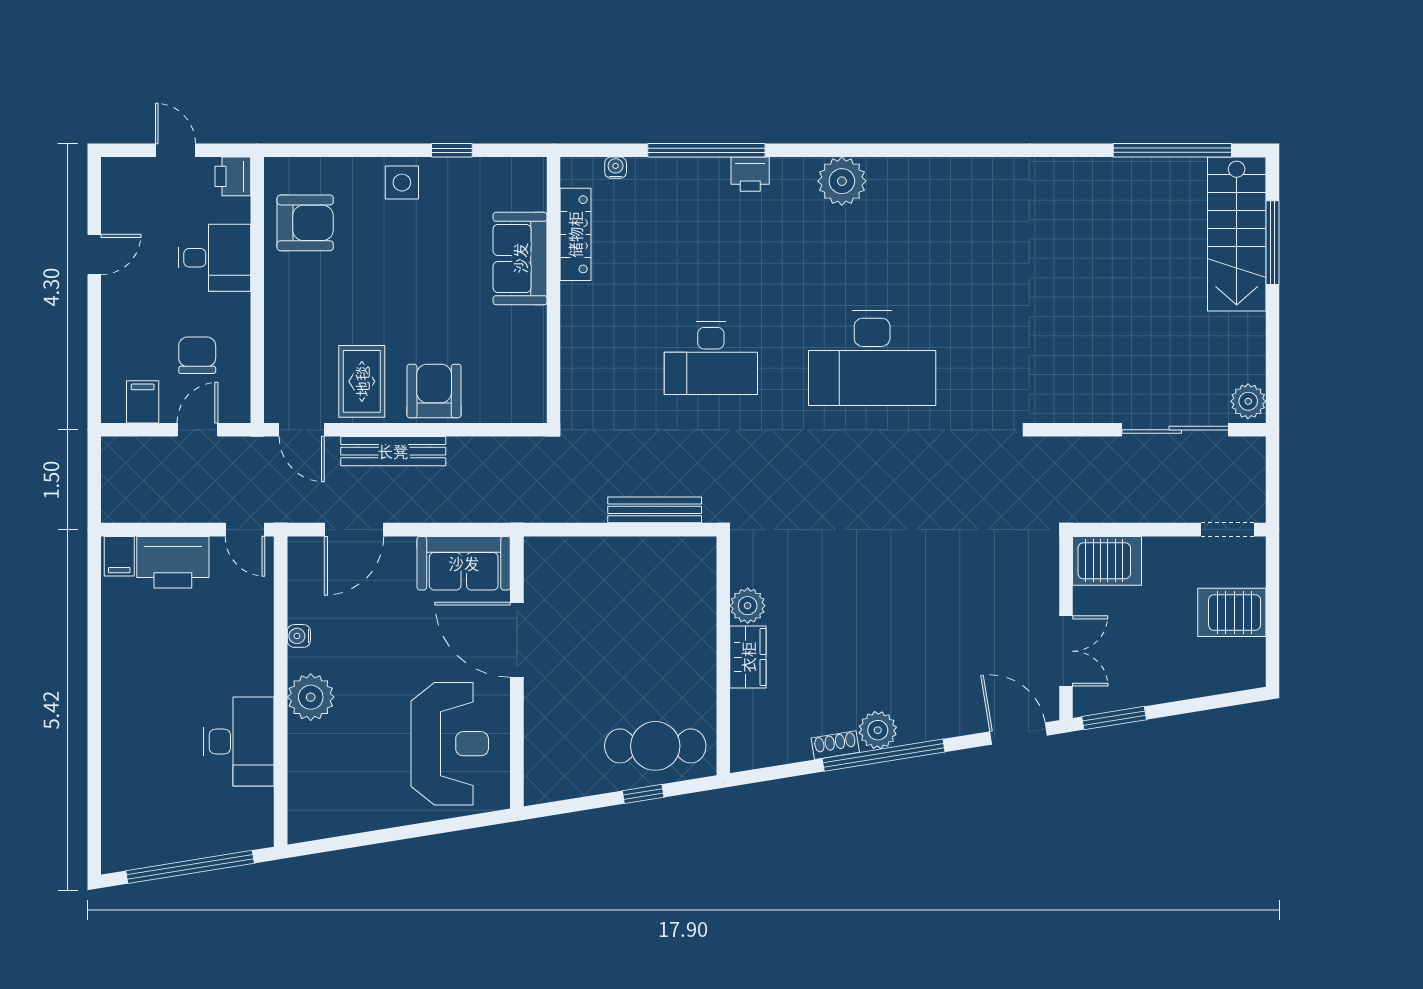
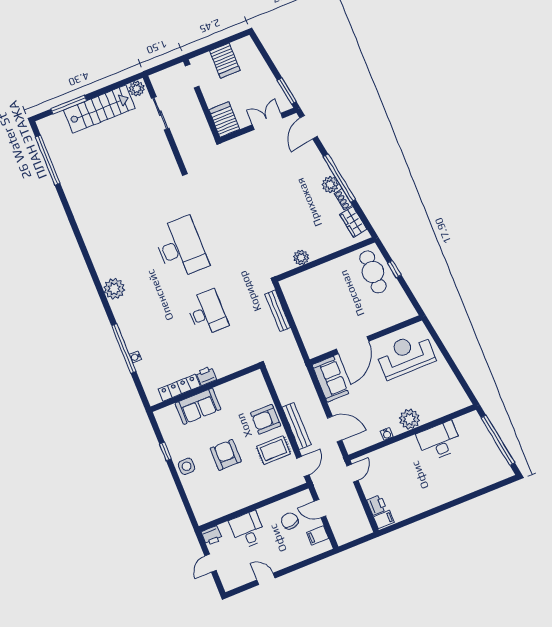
water cooler: (616, 168) -> (135, 357), moved
printer: (750, 174) -> (206, 376), moved, turned -90
armchair: (305, 223) -> (226, 455), moved
stairs: (1237, 234) -> (99, 109), moved
chair: (197, 355) -> (290, 521), turned 78
sliding door: (1175, 430) -> (160, 113), width x0.73
printer: (173, 562) -> (377, 505), width x0.53, depth x0.68
wardrobe: (748, 657) -> (353, 222), moved, turned -99

